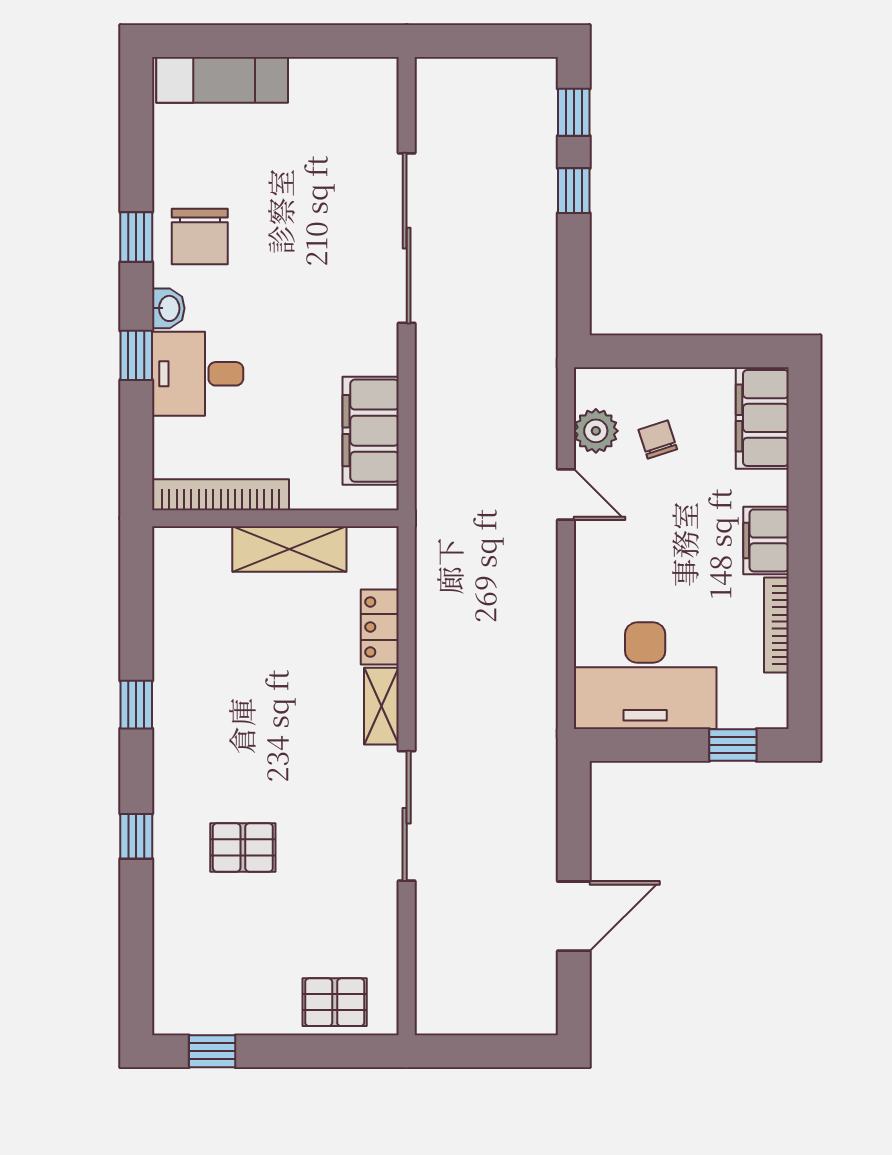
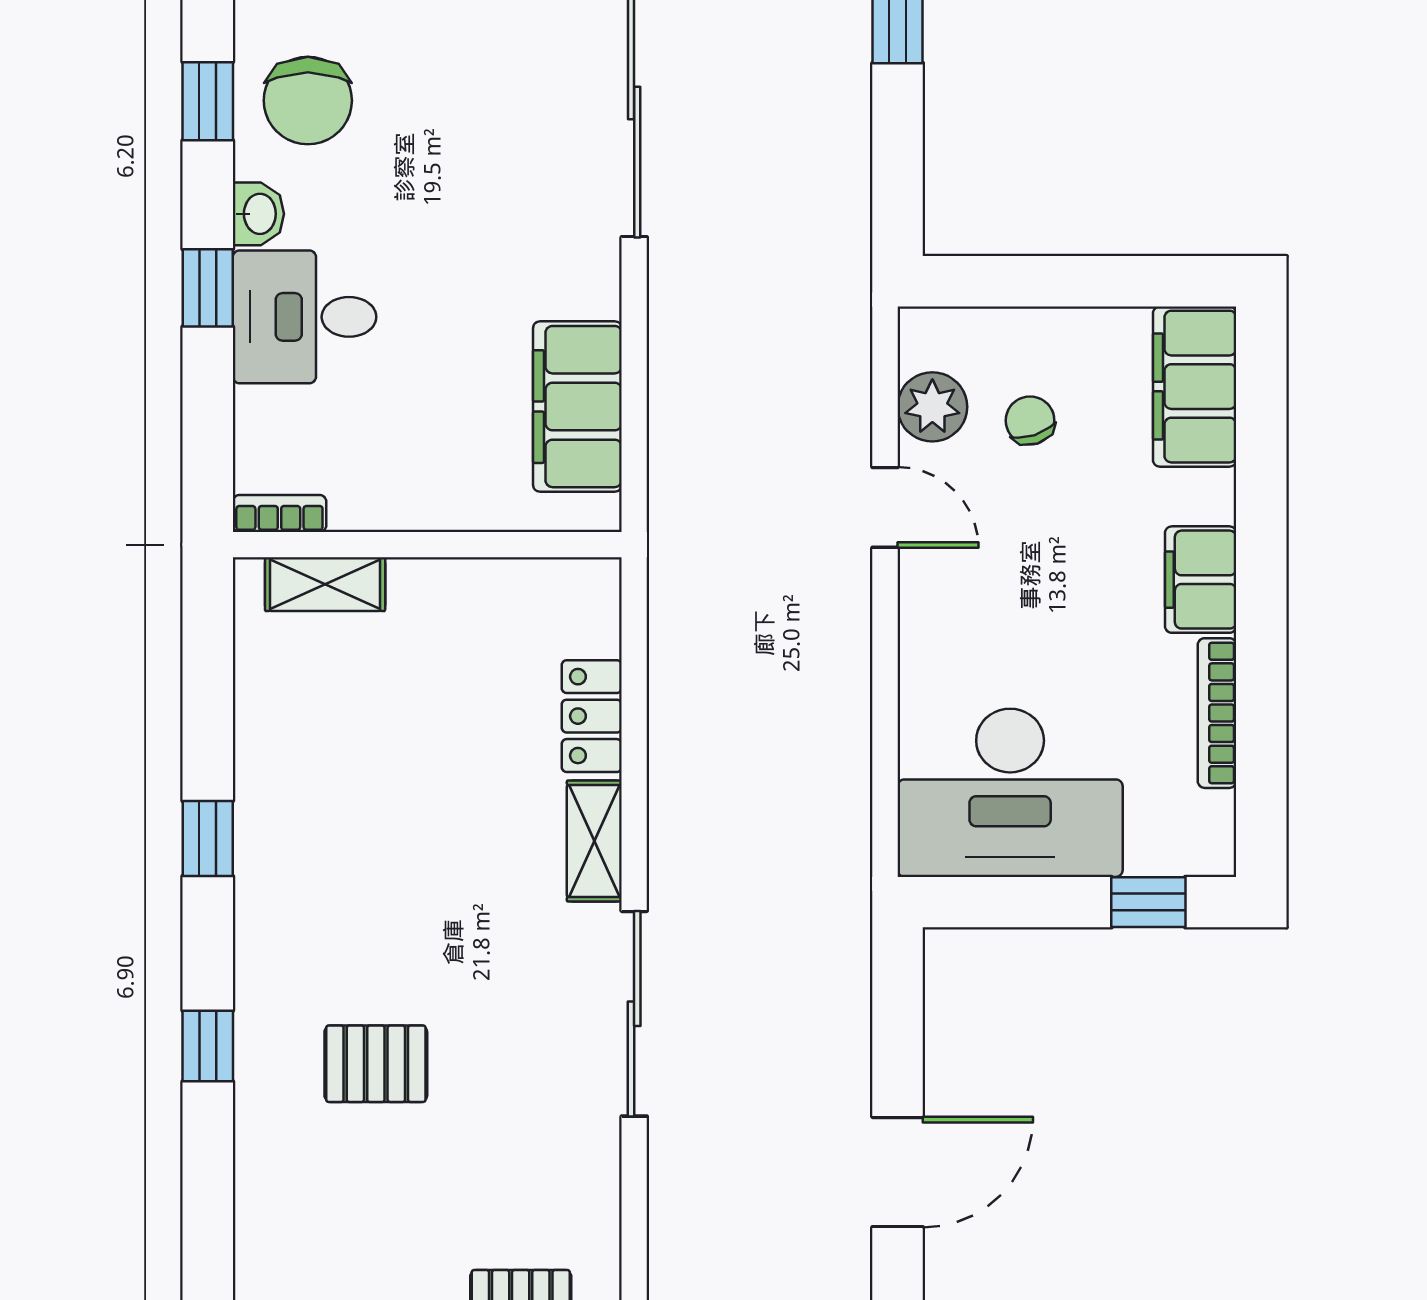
bookcase: (221, 495) -> (279, 513), width x0.43, depth x0.76
shelving: (289, 549) -> (325, 584), moved, width x0.67, depth x0.75

